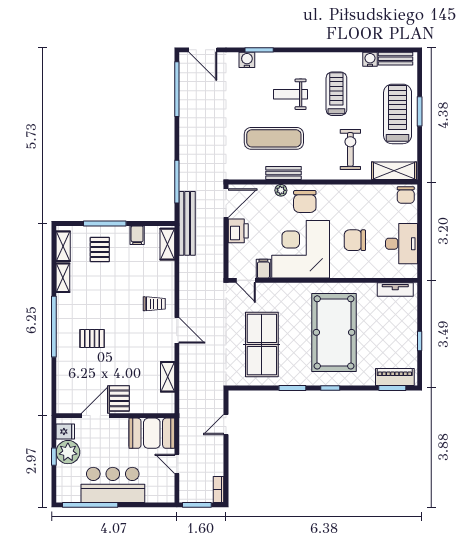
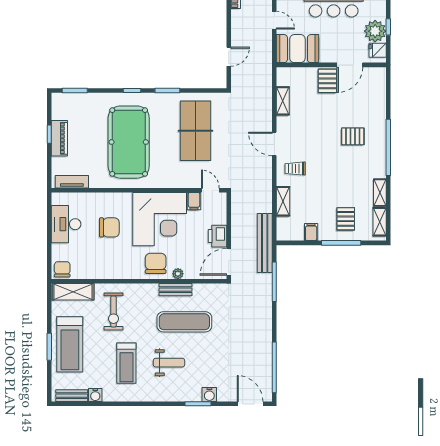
shelving: (167, 244) -> (283, 201), moved
piano: (395, 377) -> (59, 138), moved, turned -90

